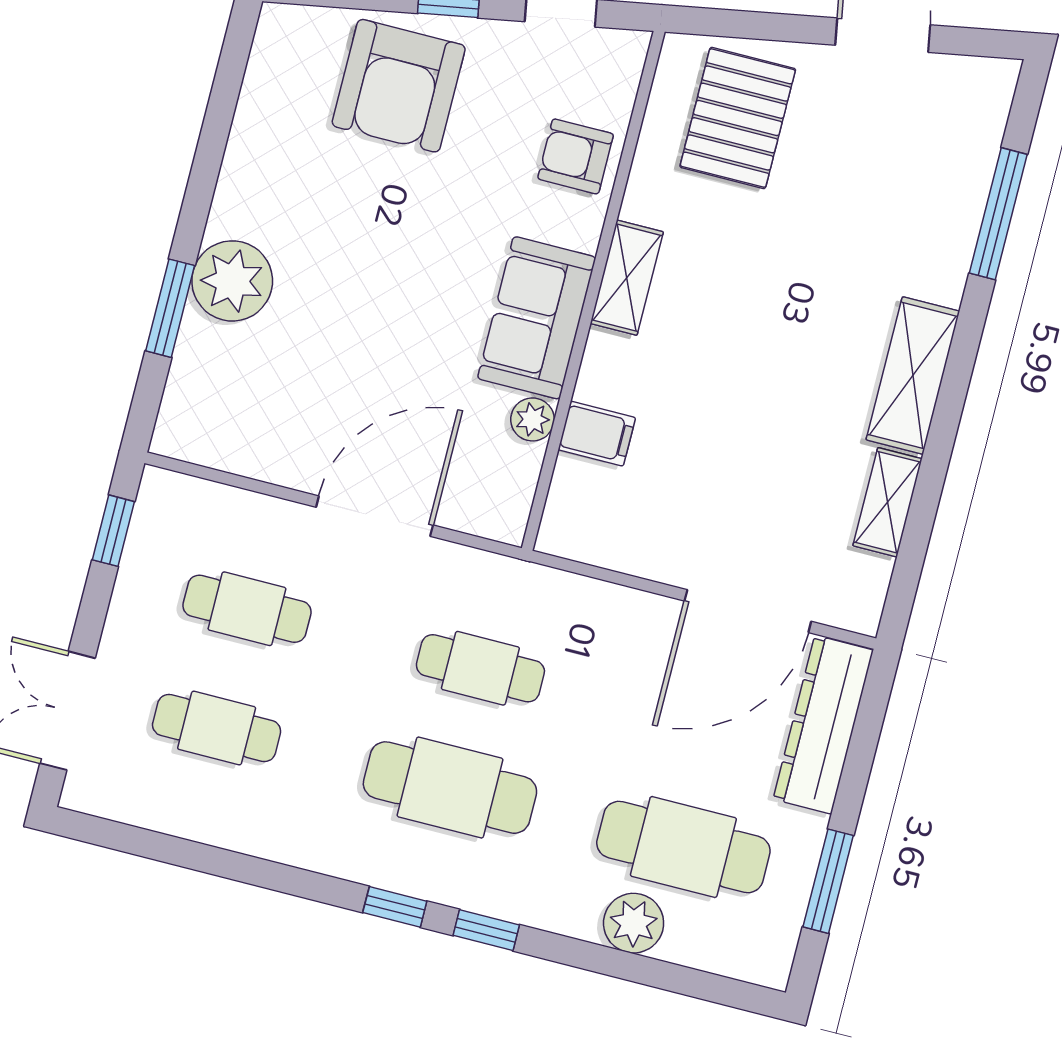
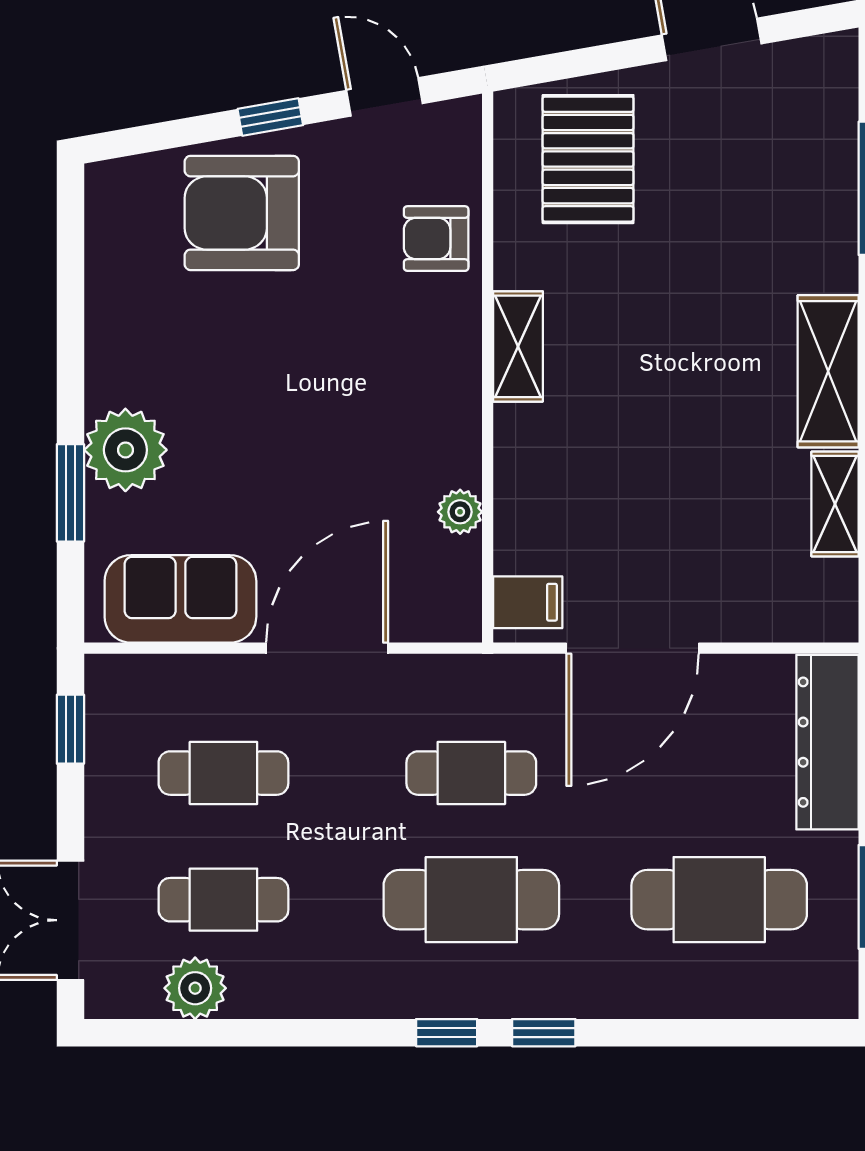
armchair: (399, 86) -> (242, 213), turned 90
sofa: (537, 318) -> (180, 599), moved, turned 90
filing cabinet: (597, 434) -> (528, 602), moved
door: (748, 611) -> (633, 648), moved
plant: (634, 923) -> (195, 988), moved

